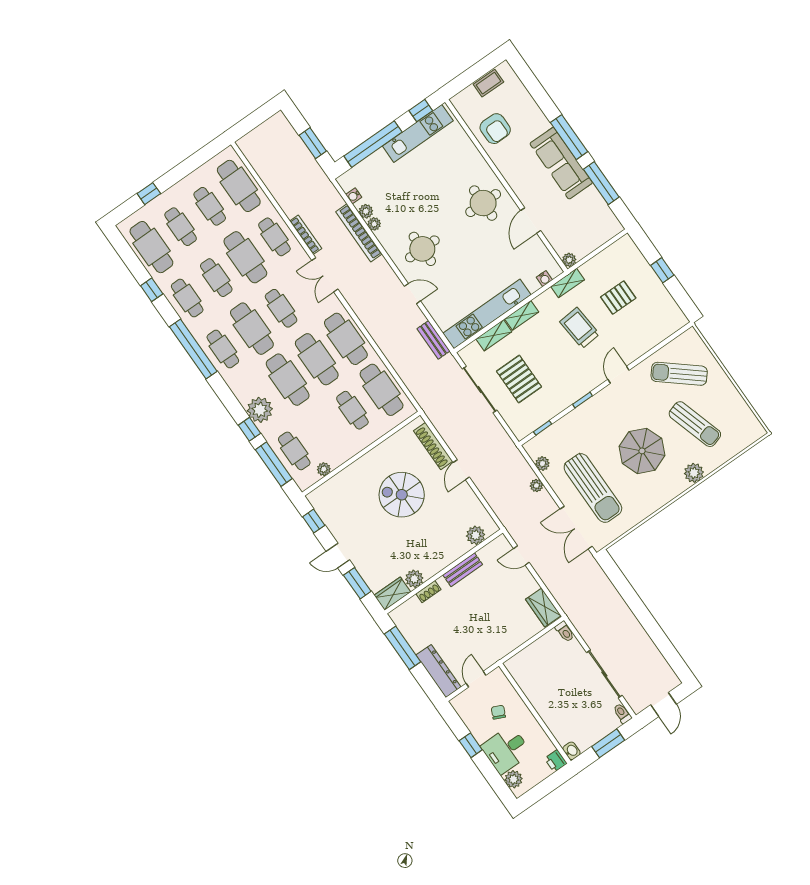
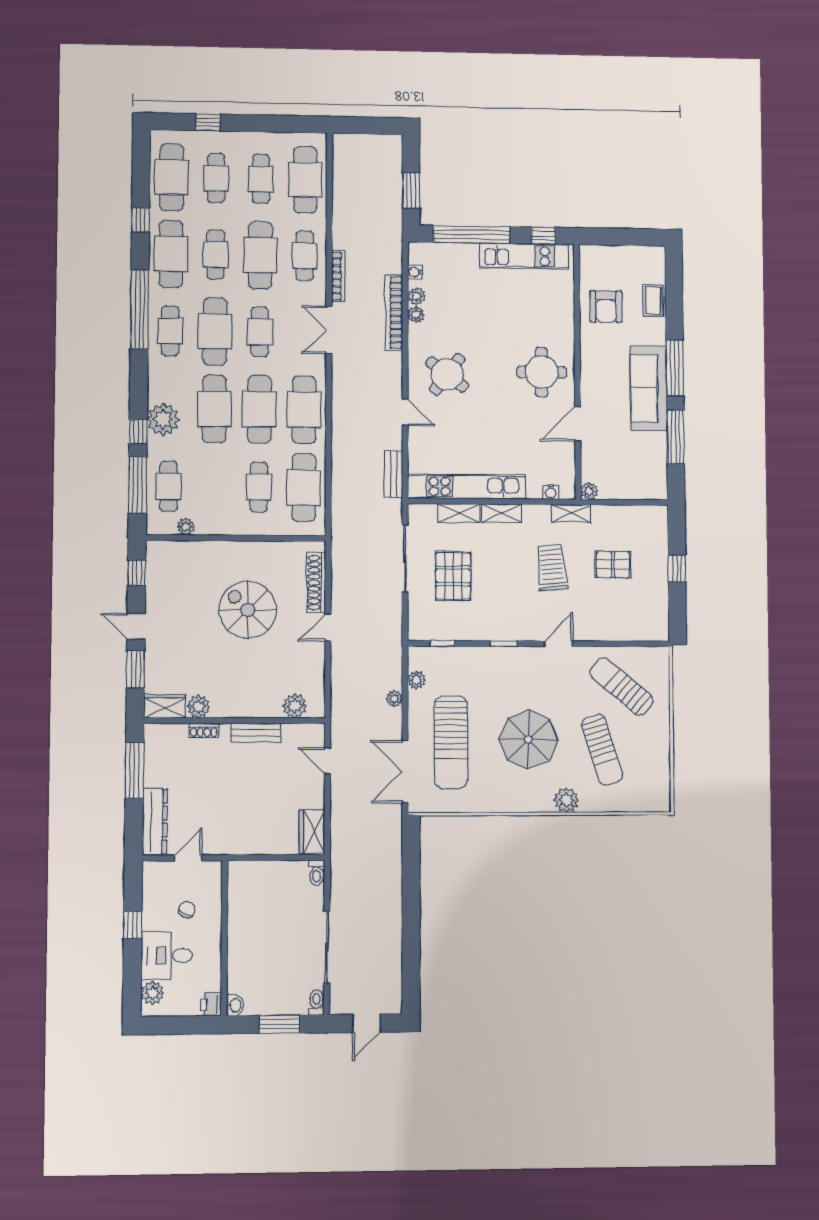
coffee table: (488, 83) -> (653, 301), moved, turned 90
round table: (422, 249) -> (447, 374), turned 37
cafe table: (187, 298) -> (171, 254), width x1.37, depth x1.35

